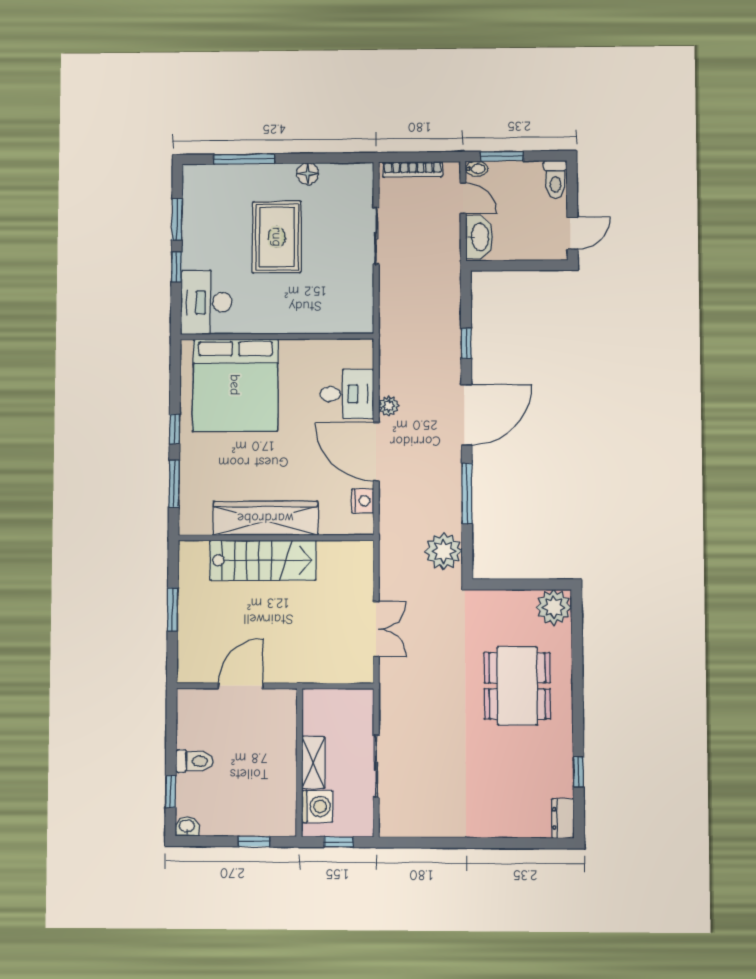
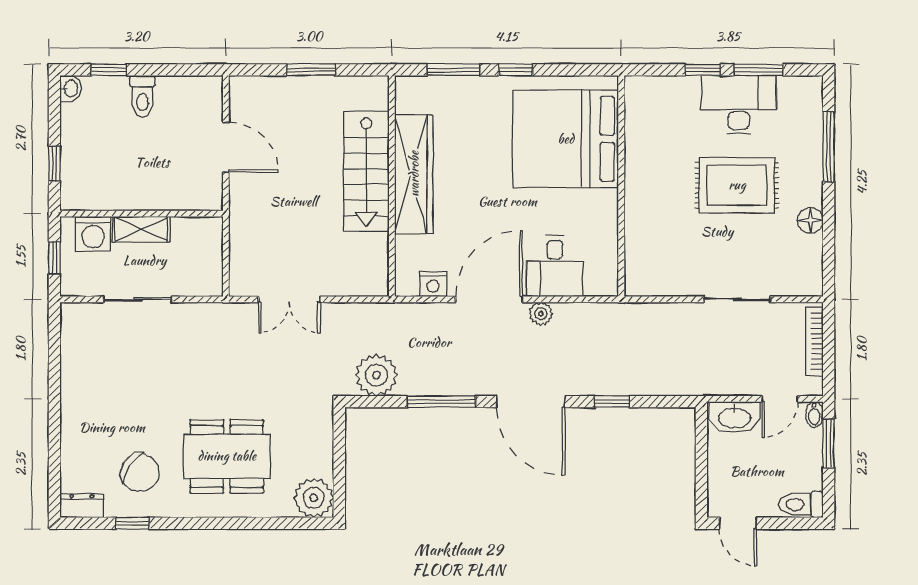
desk: (206, 302) -> (739, 105), moved
chair: (533, 765) -> (140, 473), added

